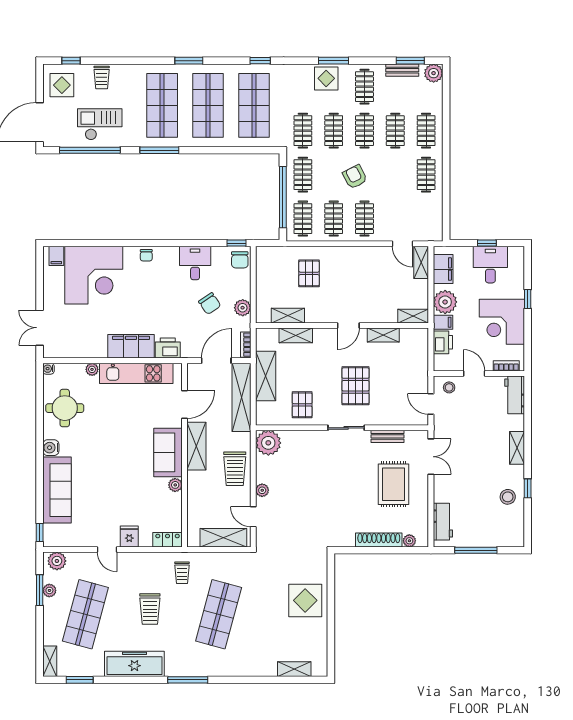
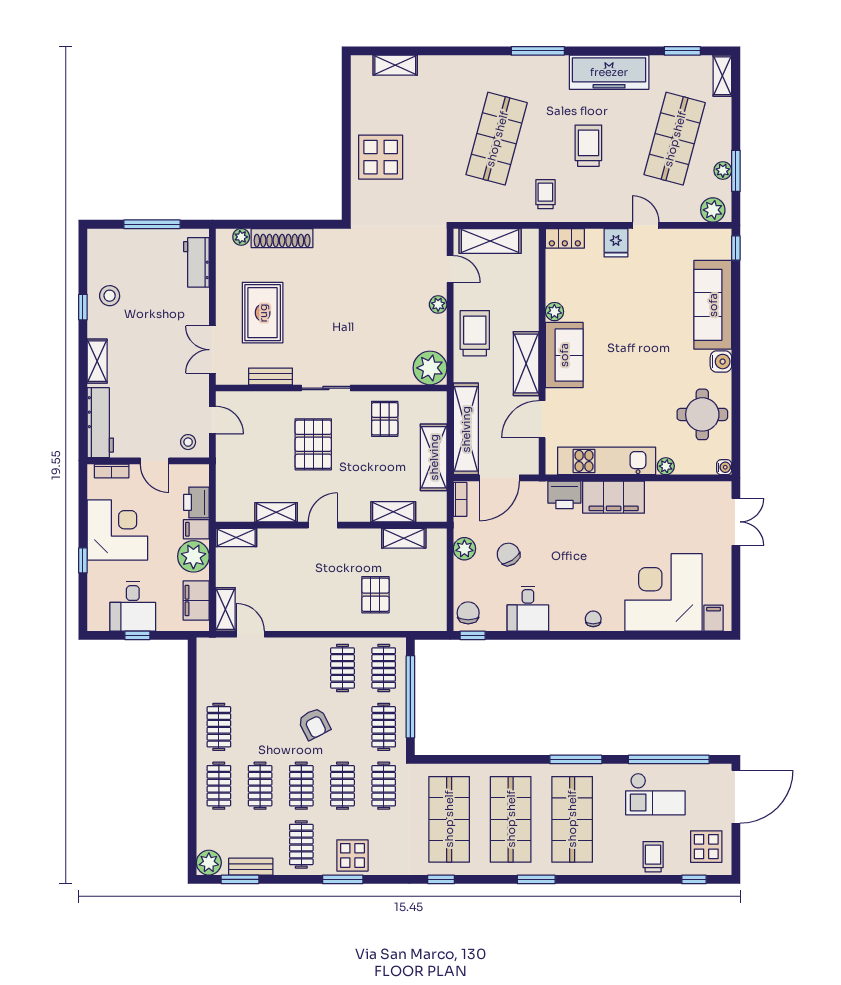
clothes rail: (364, 219) -> (301, 668), removed
workbench: (515, 395) -> (100, 423), width x1.38

